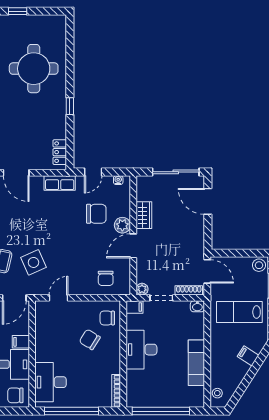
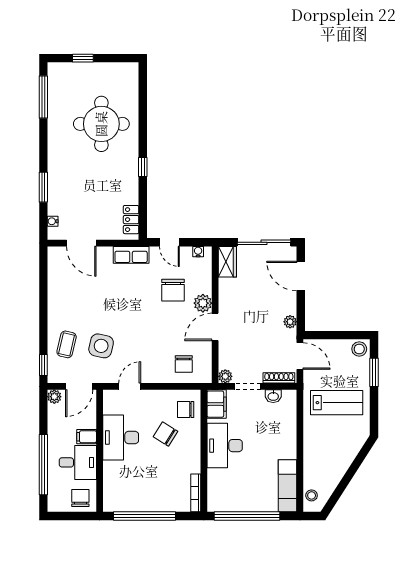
door: (93, 172) -> (169, 242), hinge flipped
chair: (96, 214) -> (173, 290), turned 90
wardrobe: (144, 215) -> (227, 262), moved
plant: (199, 241) -> (290, 322), added
side table: (33, 262) -> (101, 346), turned 37
washbasin: (197, 306) -> (273, 396), moved
filing cabinet: (134, 307) -> (217, 404), width x2.00
lab bench: (239, 312) -> (337, 403), turned 180
filing cabinet: (248, 356) -> (347, 453), removed
exam couch: (196, 363) -> (288, 486), moved
desk: (51, 382) -> (121, 437), moved
chair: (15, 395) -> (80, 498), turned 90

